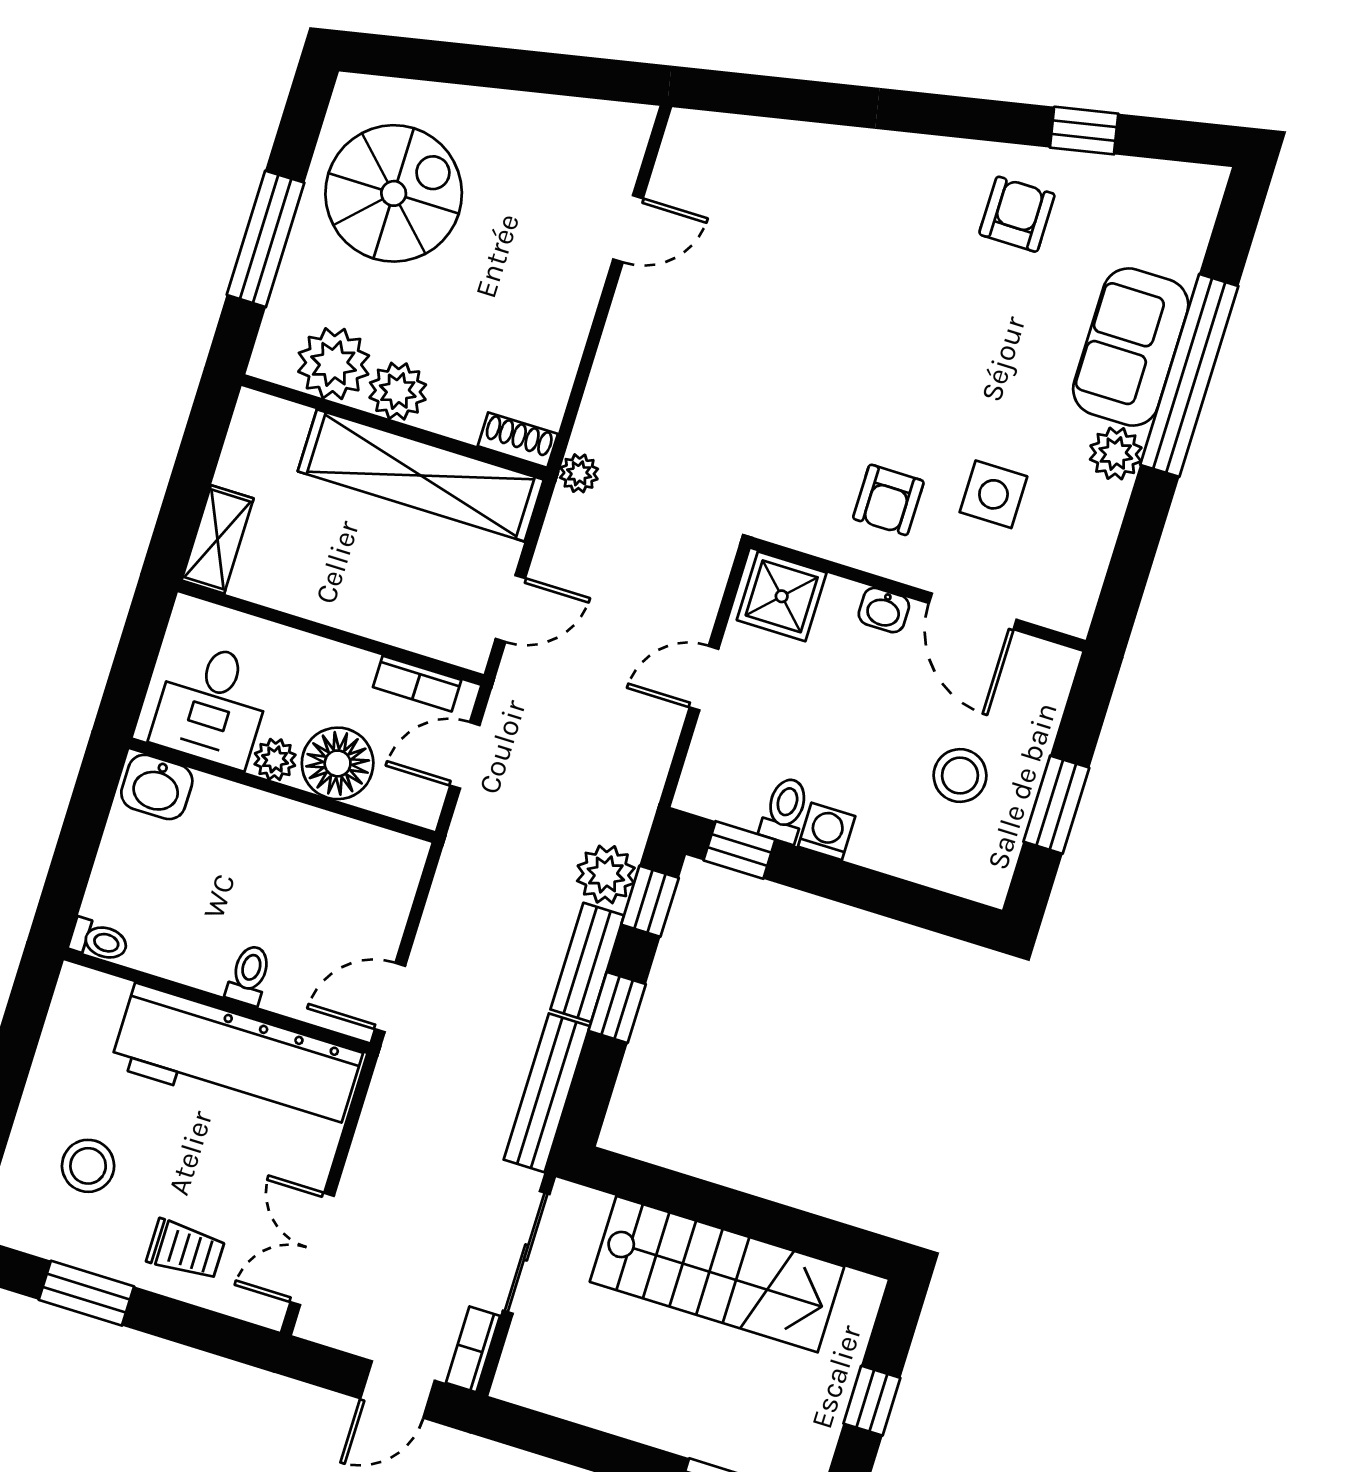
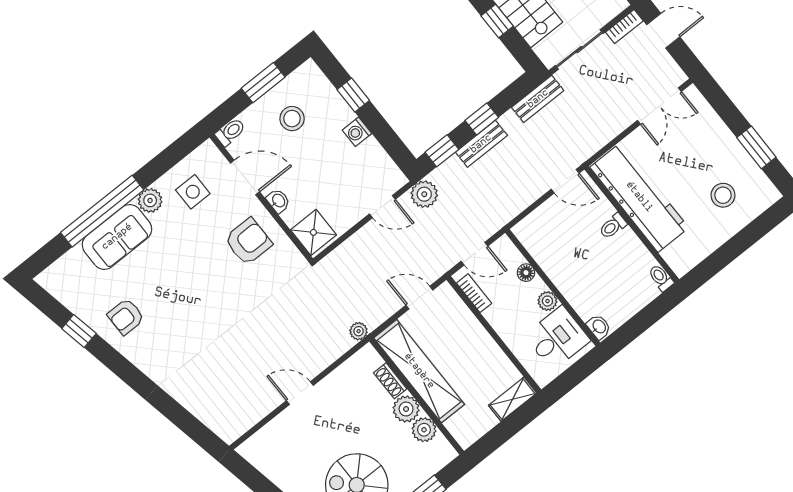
door: (628, 229) -> (300, 393), moved
plant: (334, 364) -> (424, 430), width x0.73, depth x0.73
shoe rack: (518, 440) -> (390, 381), moved
side table: (993, 494) -> (193, 192), moved
armchair: (888, 500) -> (248, 241), width x1.38, depth x1.38
door: (973, 611) -> (245, 178), hinge flipped
door: (704, 678) -> (382, 207), moved
floor lamp: (338, 763) -> (526, 273), width x0.53, depth x0.53
washbasin: (157, 787) -> (599, 327), width x0.72, depth x0.69
toilet: (785, 810) -> (230, 132), moved, turned 180
window: (739, 850) -> (353, 95), moved
plant: (606, 874) -> (424, 194), moved
bench: (547, 1093) -> (538, 99), width x0.73
window: (710, 1203) -> (497, 21), added
trolley: (186, 1250) -> (708, 138), removed

